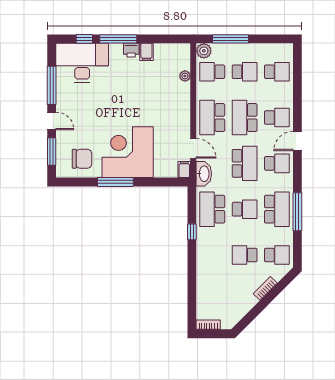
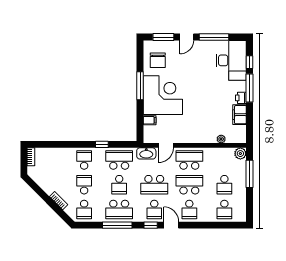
filing cabinet: (146, 52) -> (240, 115), width x2.00
school desk: (212, 72) -> (84, 160), moved
window: (297, 168) -> (151, 225), added
filing cabinet: (184, 169) -> (150, 120), moved

